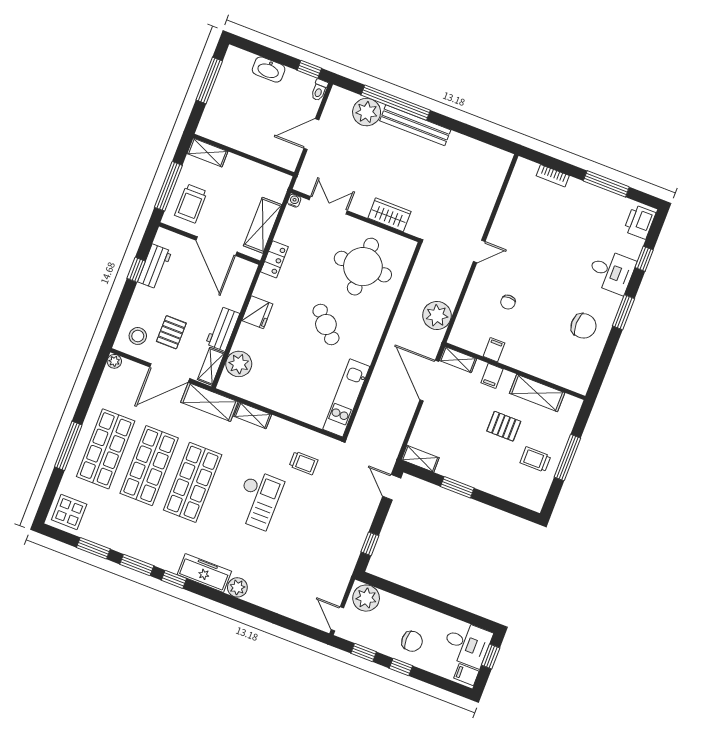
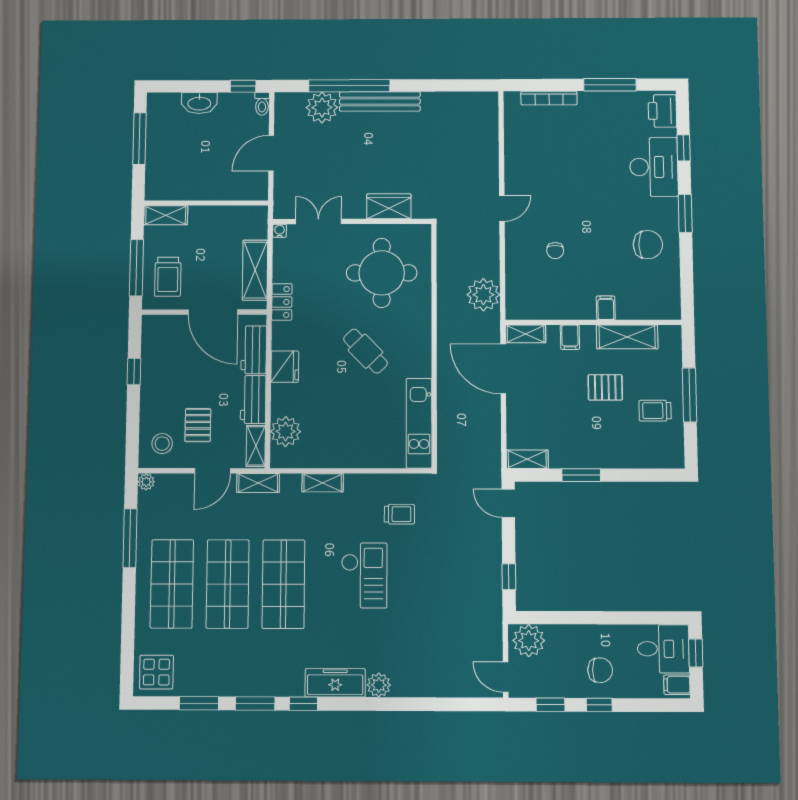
bookcase: (553, 176) -> (549, 98), width x1.56
workbench: (155, 267) -> (254, 350), moved, turned 180
desk: (611, 272) -> (654, 167), width x1.37
filing cabinet: (494, 350) -> (606, 308), moved
door: (170, 373) -> (213, 471), width x0.73
shelving: (209, 402) -> (258, 483), width x0.67, depth x0.75
window: (68, 446) -> (130, 538), moved

